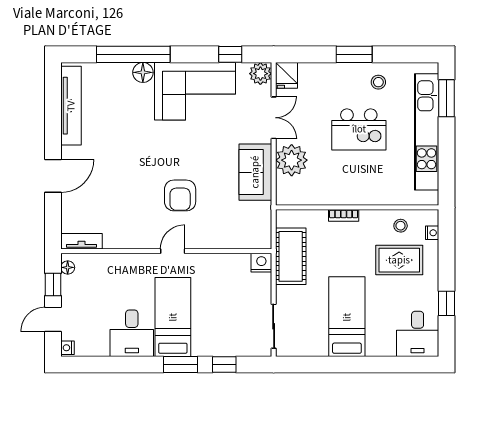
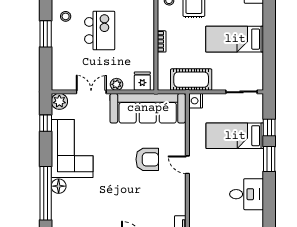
fridge: (286, 75) -> (142, 81), moved, turned -90
plant: (292, 160) -> (116, 84), width x0.53, depth x0.53
sofa: (255, 172) -> (148, 108), width x1.85, depth x1.27
bed: (173, 317) -> (235, 136), moved

